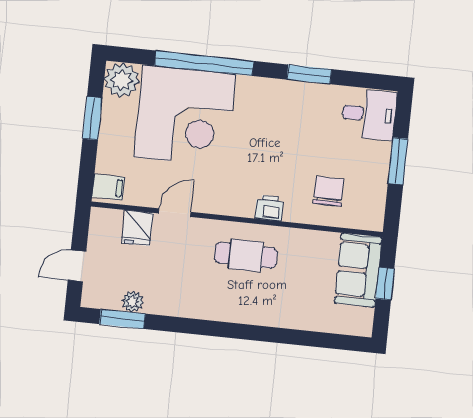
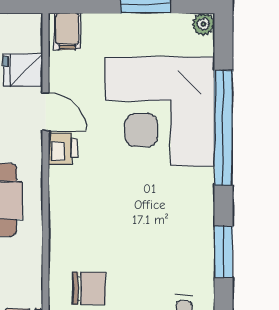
plant: (122, 80) -> (203, 24), width x0.53, depth x0.53
printer: (269, 208) -> (63, 148), moved

